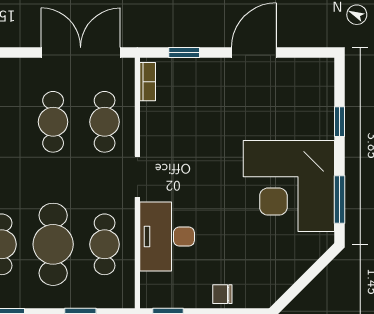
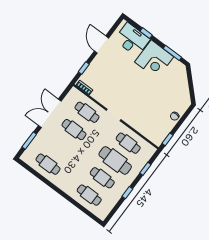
double door: (81, 53) -> (50, 113), moved
corner desk: (289, 186) -> (154, 59), width x0.74, depth x0.74
desk: (167, 237) -> (132, 40), moved, turned 180

